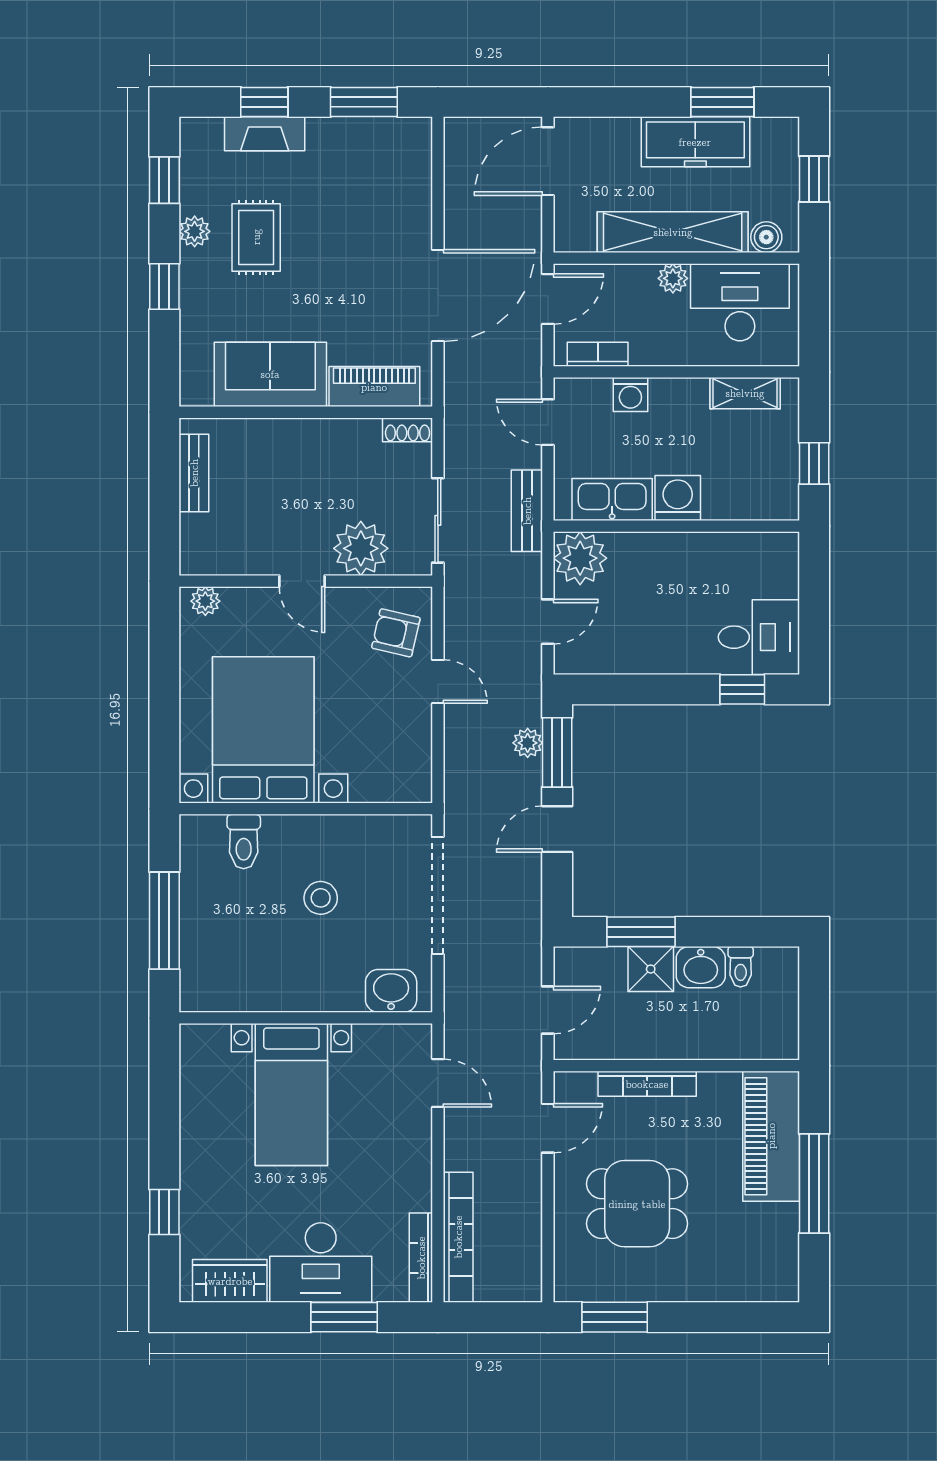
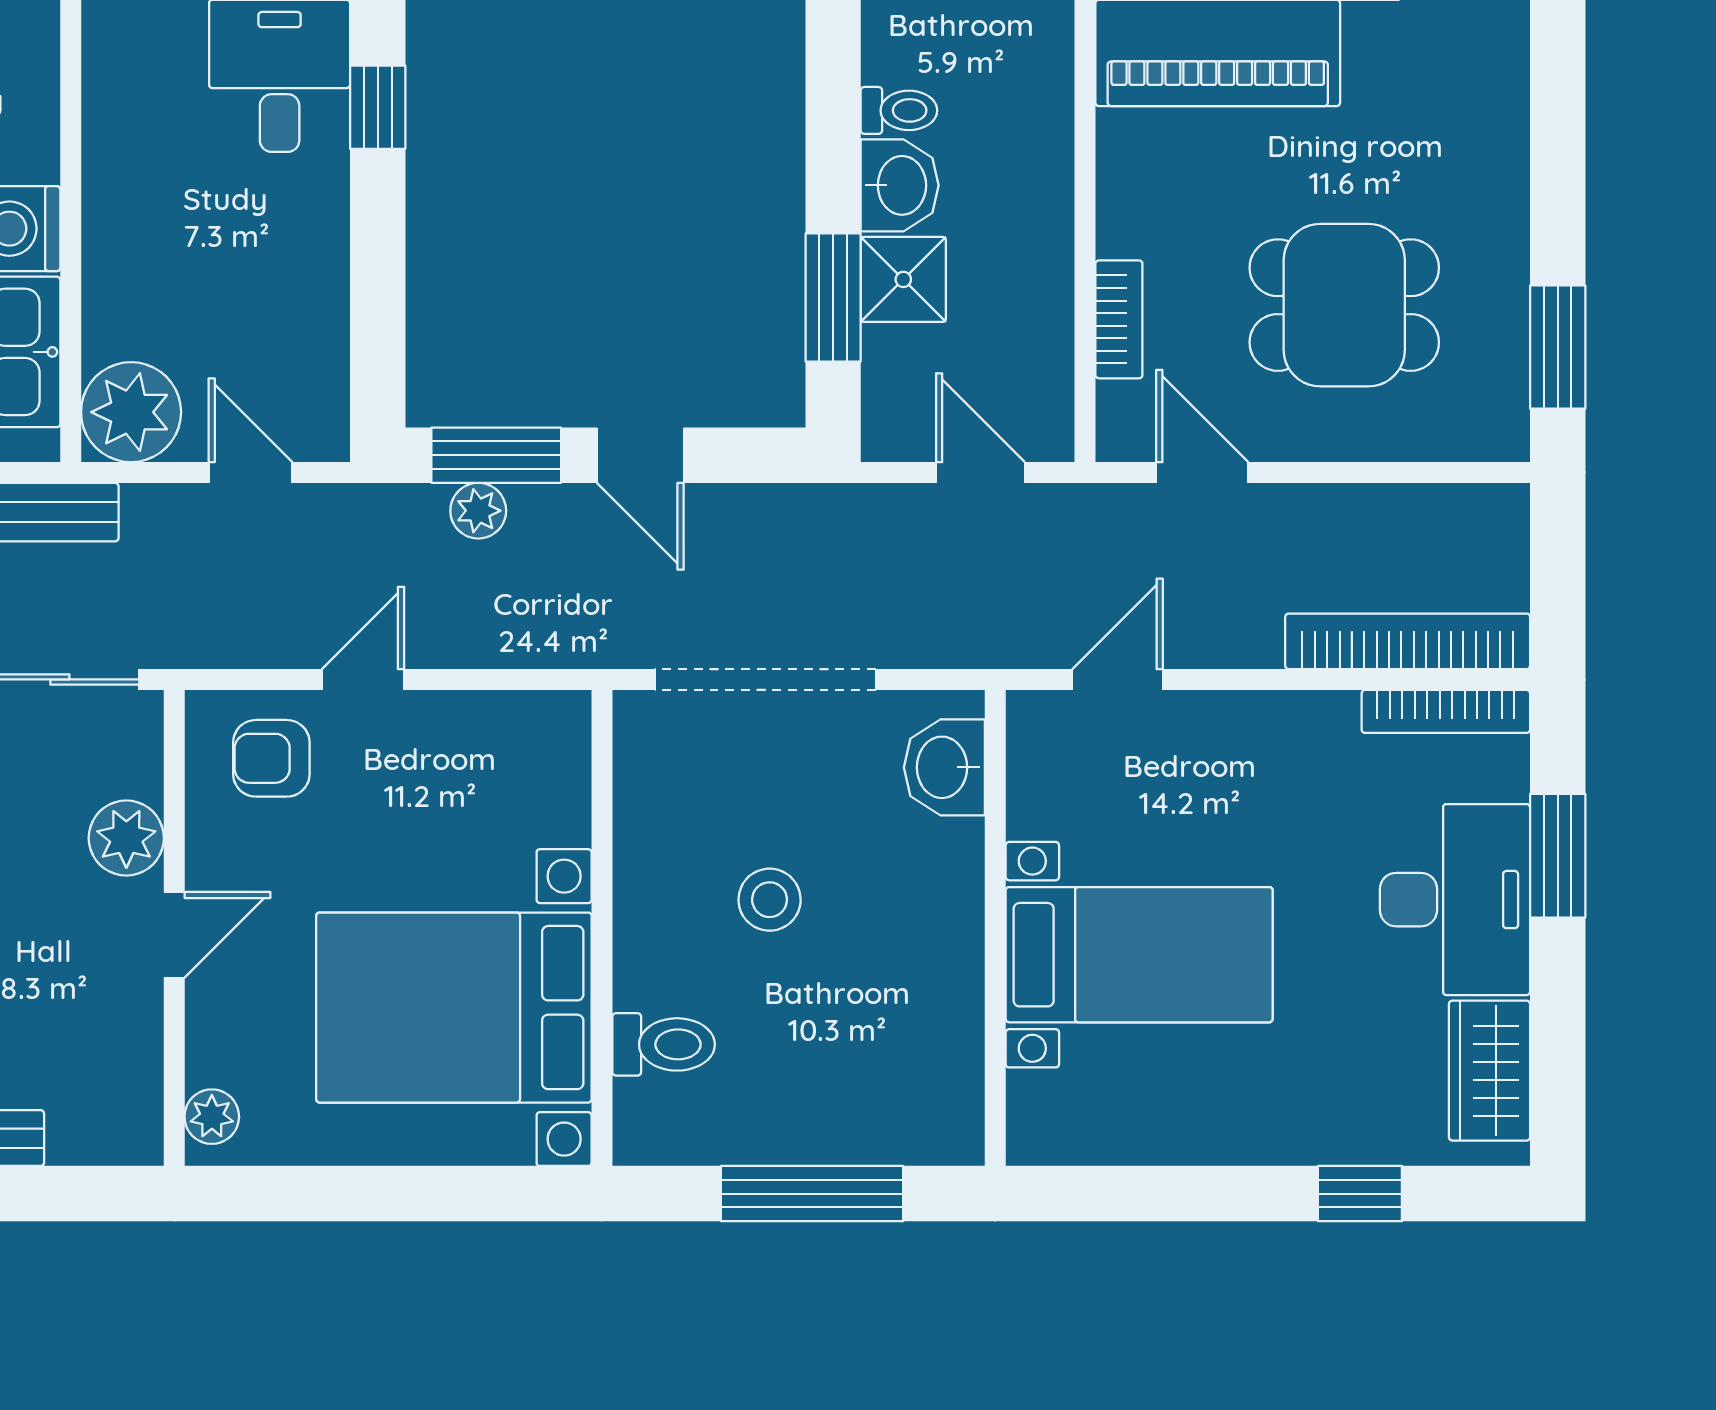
plant: (361, 548) -> (126, 838), width x0.73, depth x0.73
armchair: (396, 633) -> (271, 758), turned 77
bookcase: (647, 1084) -> (1119, 319), width x0.64
dining table: (637, 1204) -> (1344, 305), turned 90

